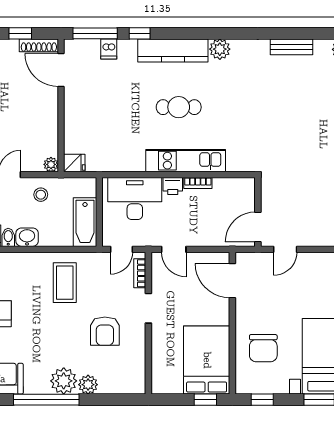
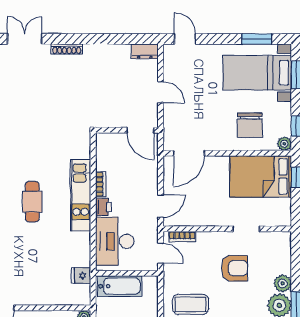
fridge: (74, 163) -> (81, 275), moved, turned -90
bathtub: (85, 222) -> (120, 286), moved
door: (285, 249) -> (161, 92), moved
doorway: (148, 308) -> (246, 229), moved
chair: (263, 348) -> (250, 125), turned 90
plant: (243, 386) -> (284, 144), added

